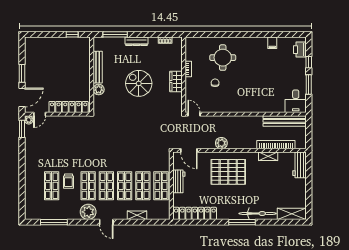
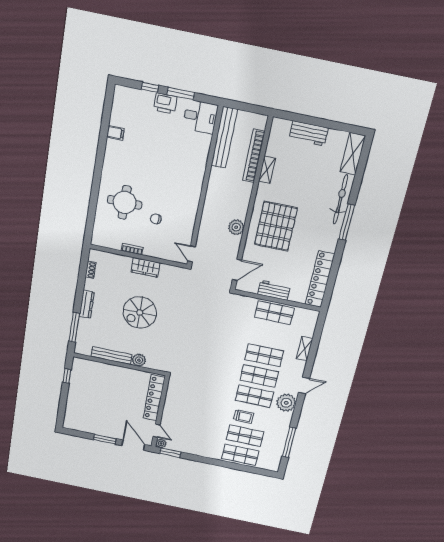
printer: (300, 50) -> (165, 103), moved
door: (194, 114) -> (191, 254), hinge flipped
workbench: (300, 165) -> (309, 133), moved
shop shelf: (143, 186) -> (240, 455), moved

